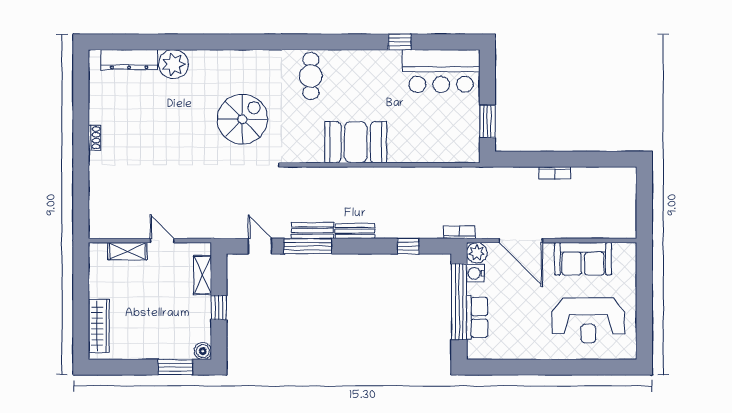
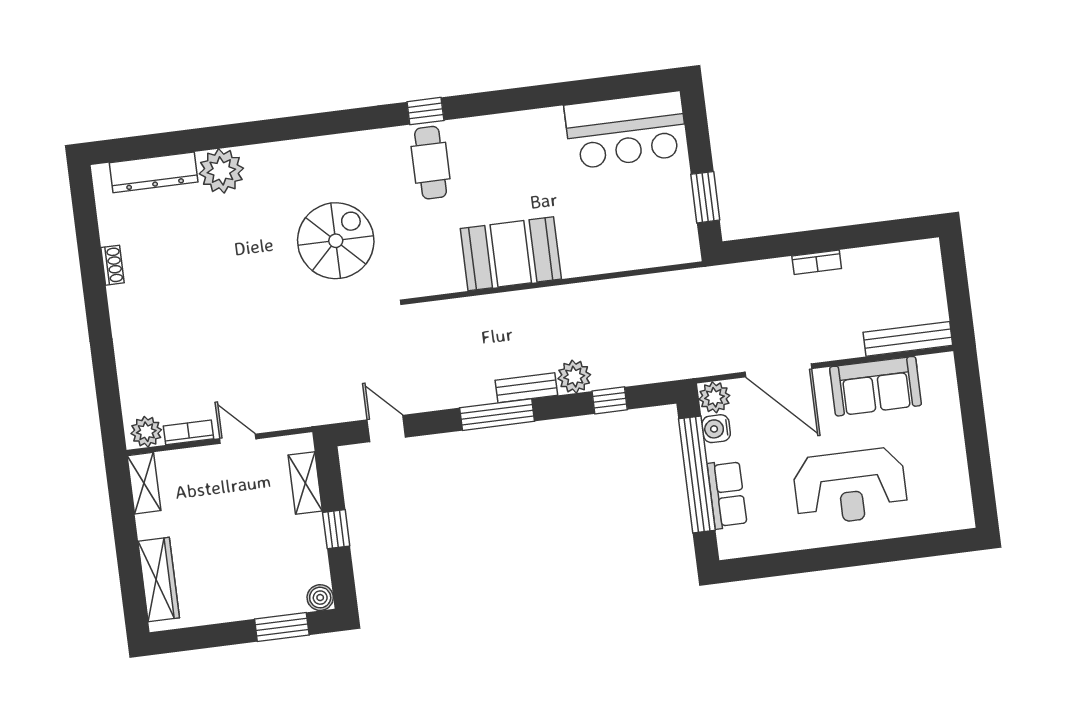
window: (400, 42) -> (425, 111), moved
shoe rack: (95, 138) -> (112, 265), moved
plant: (103, 228) -> (146, 432), added
plant: (387, 228) -> (574, 377), added
bench: (313, 231) -> (908, 339), moved, width x1.36
bookcase: (459, 232) -> (189, 432), moved
window: (308, 246) -> (497, 415), moved
shelving: (127, 251) -> (144, 483), moved, turned 90
reception desk: (588, 320) -> (850, 486), moved

